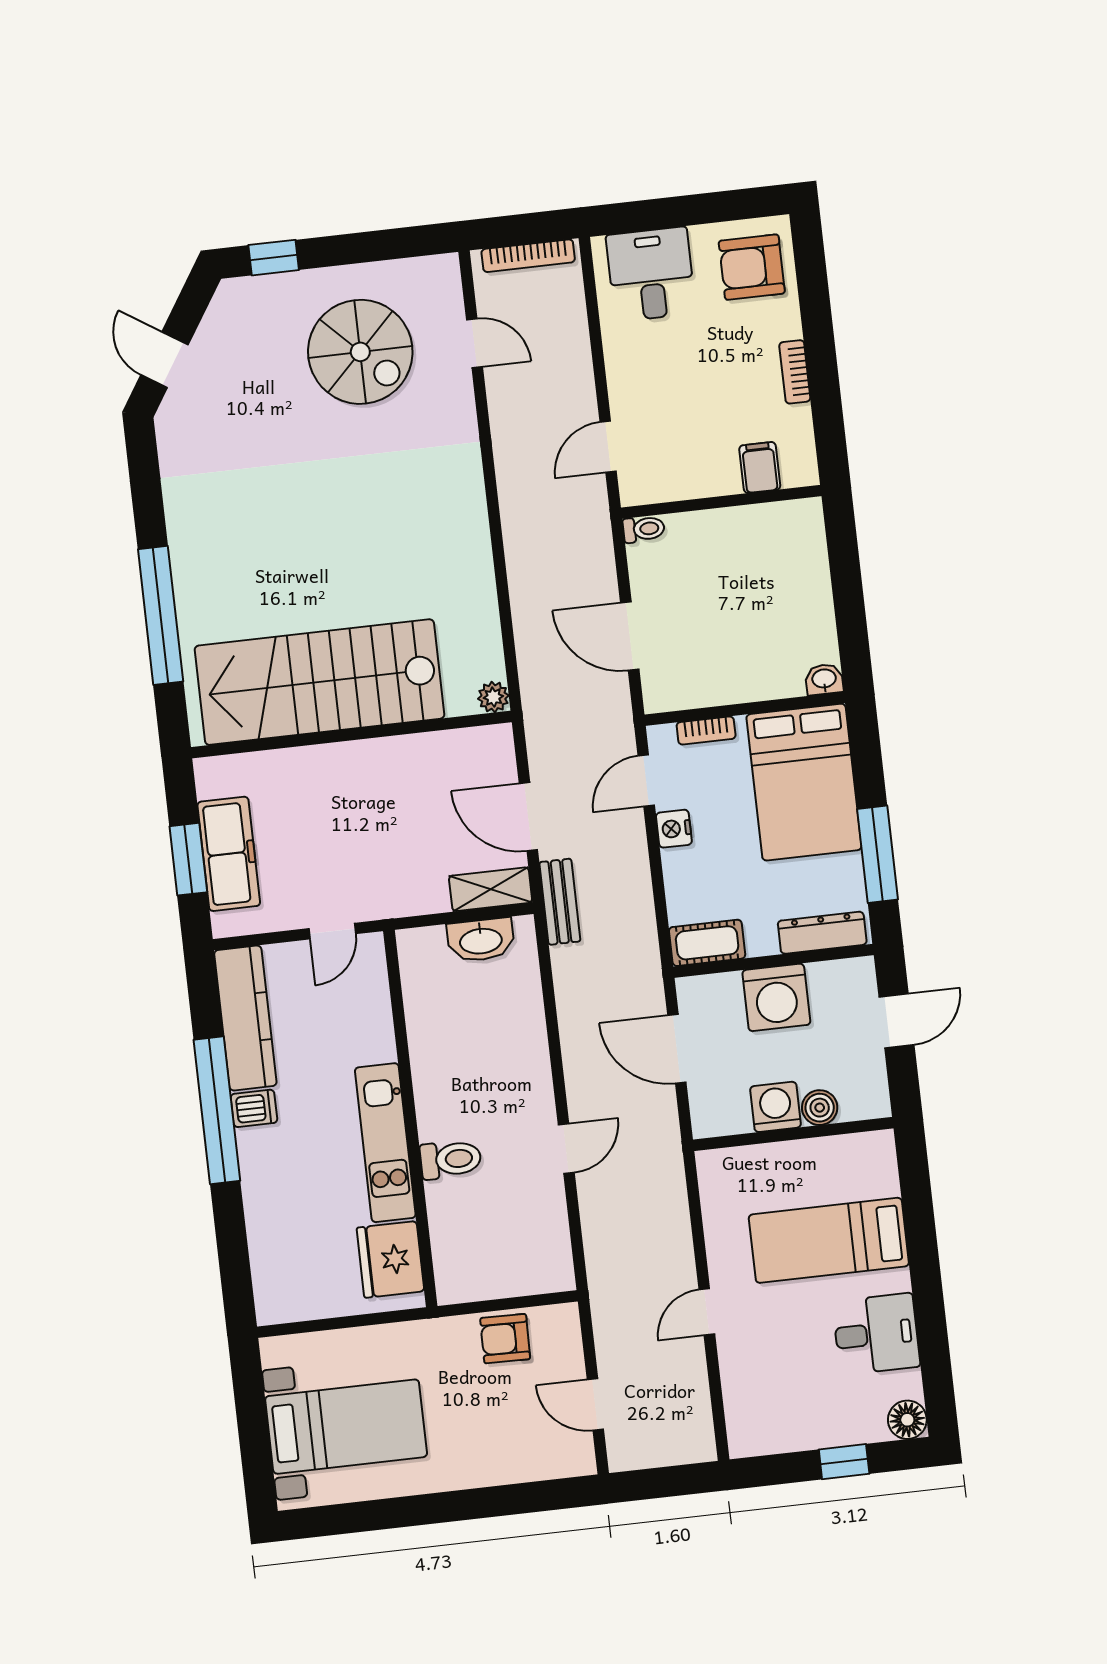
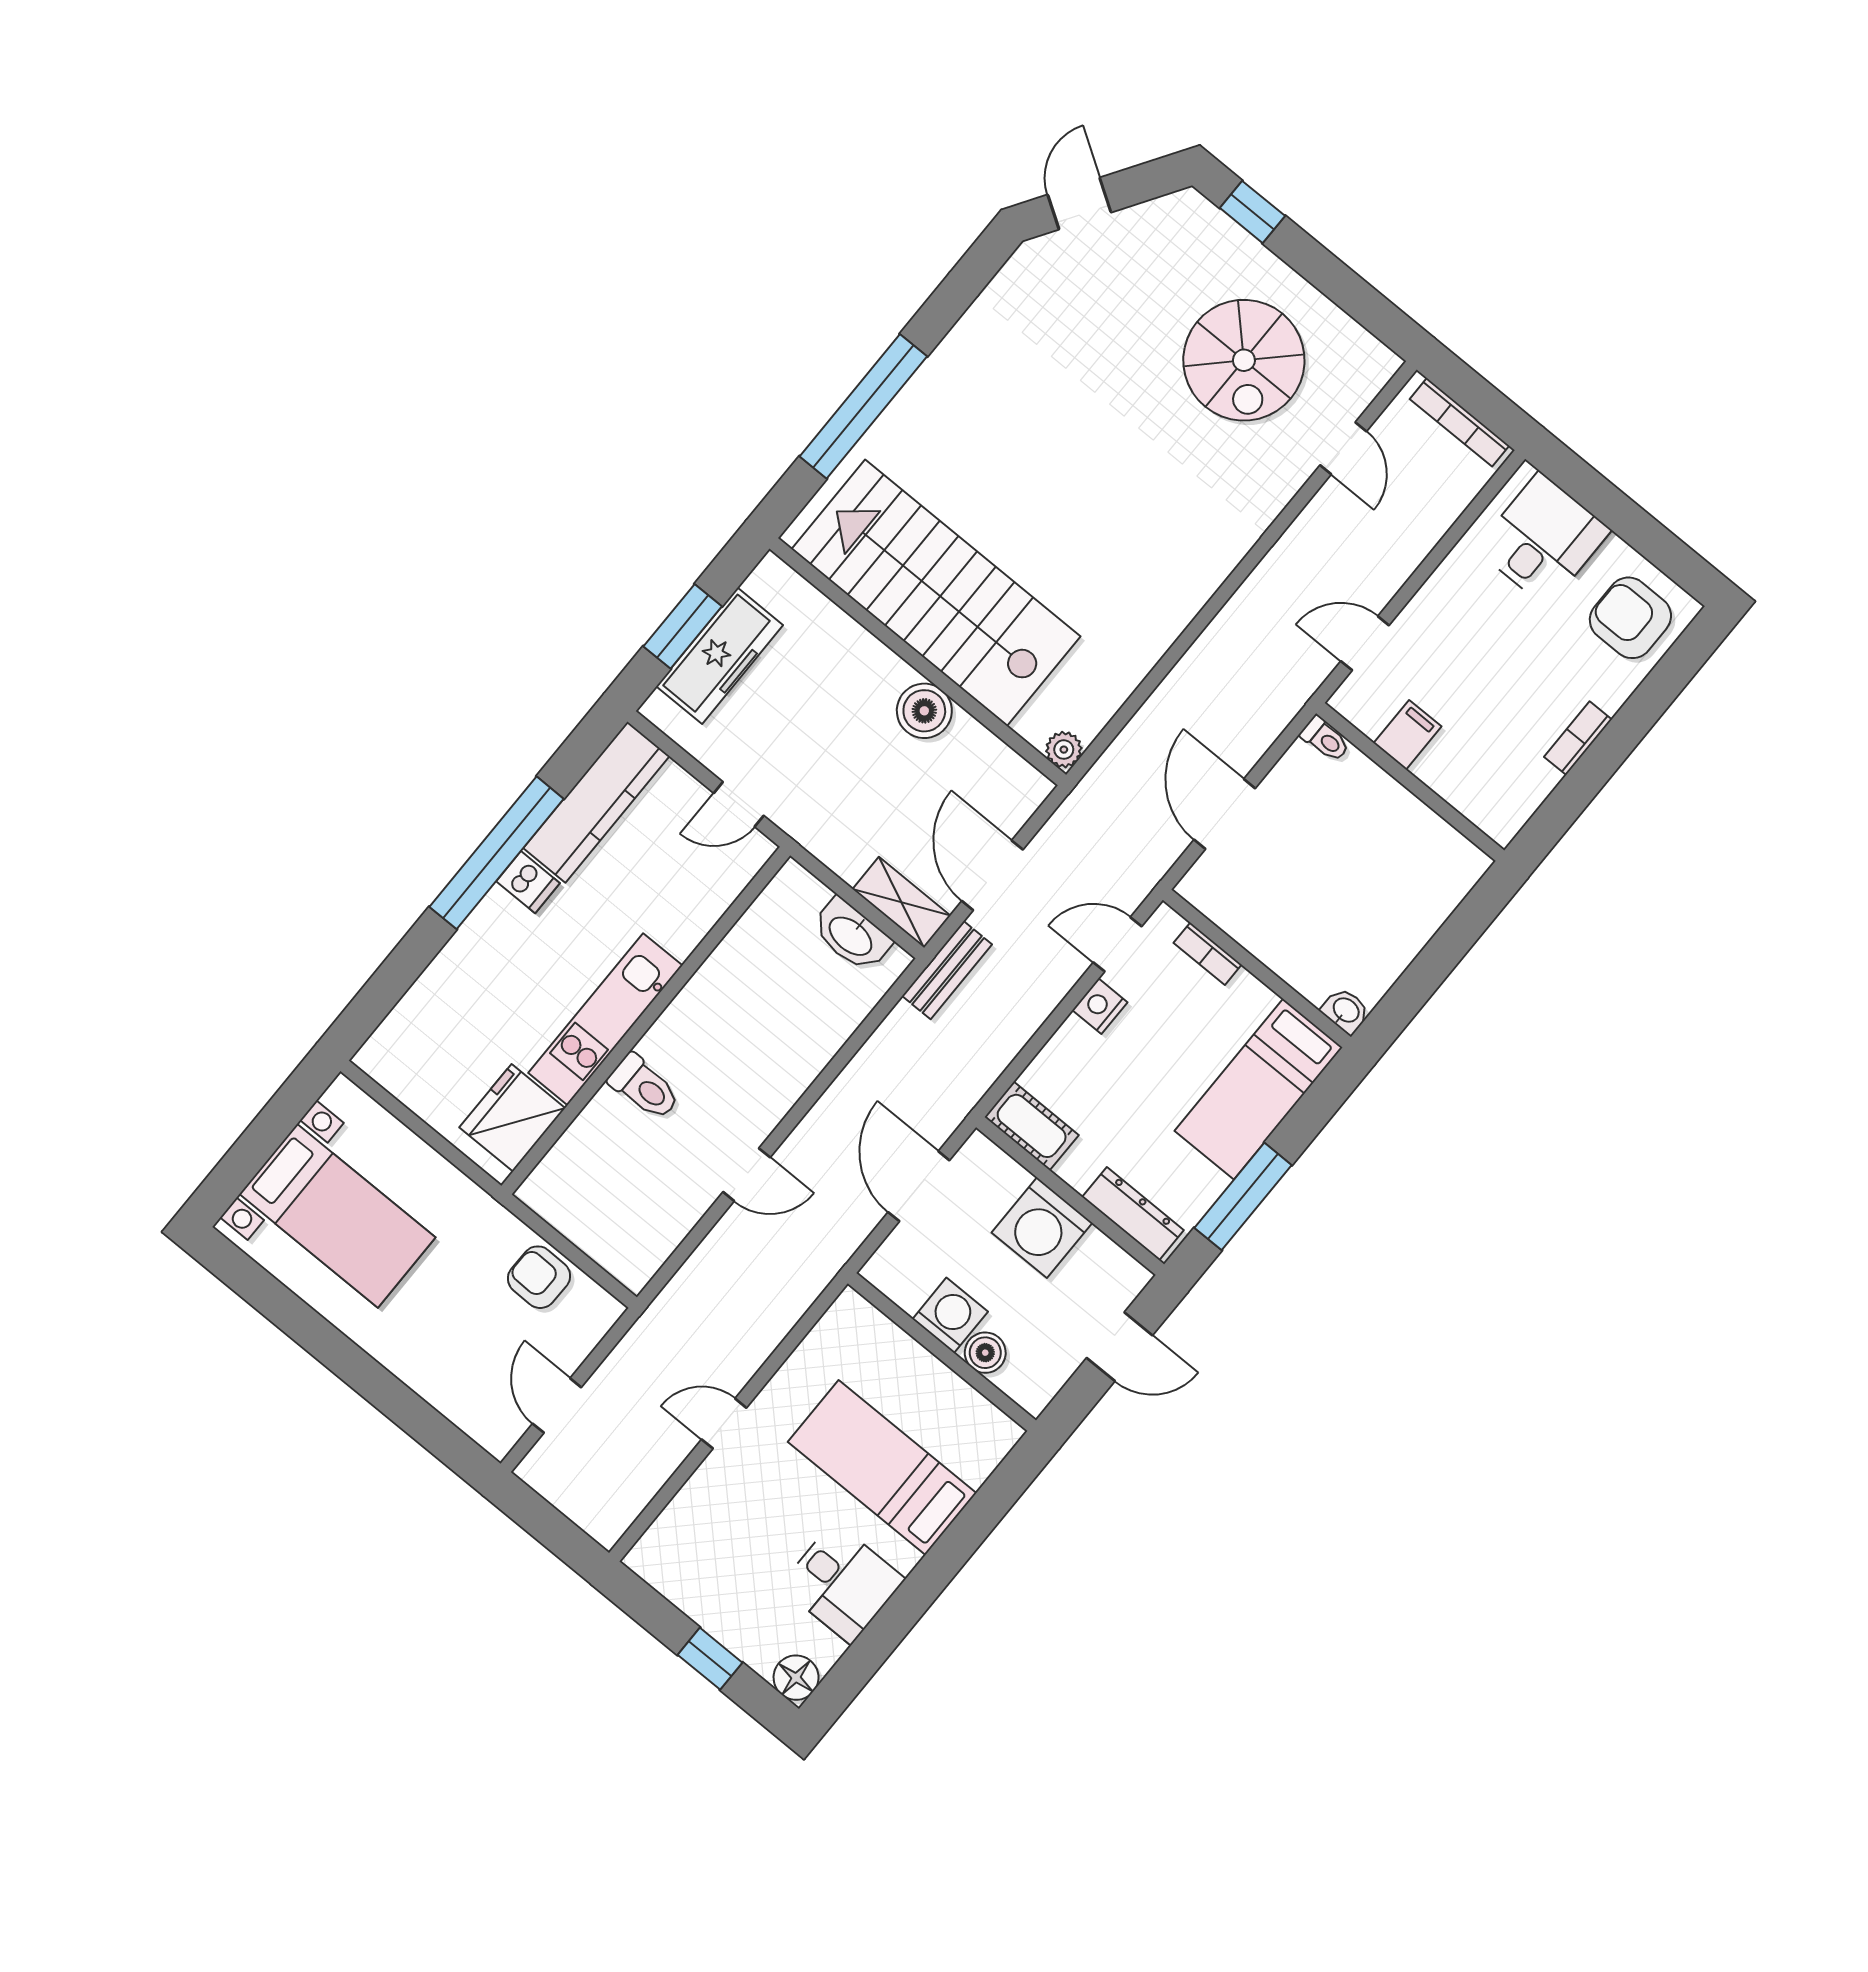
filing cabinet: (760, 467) -> (1407, 735), moved
boiler: (386, 760) -> (924, 711), added
bed: (804, 782) -> (1259, 1089), width x0.67

